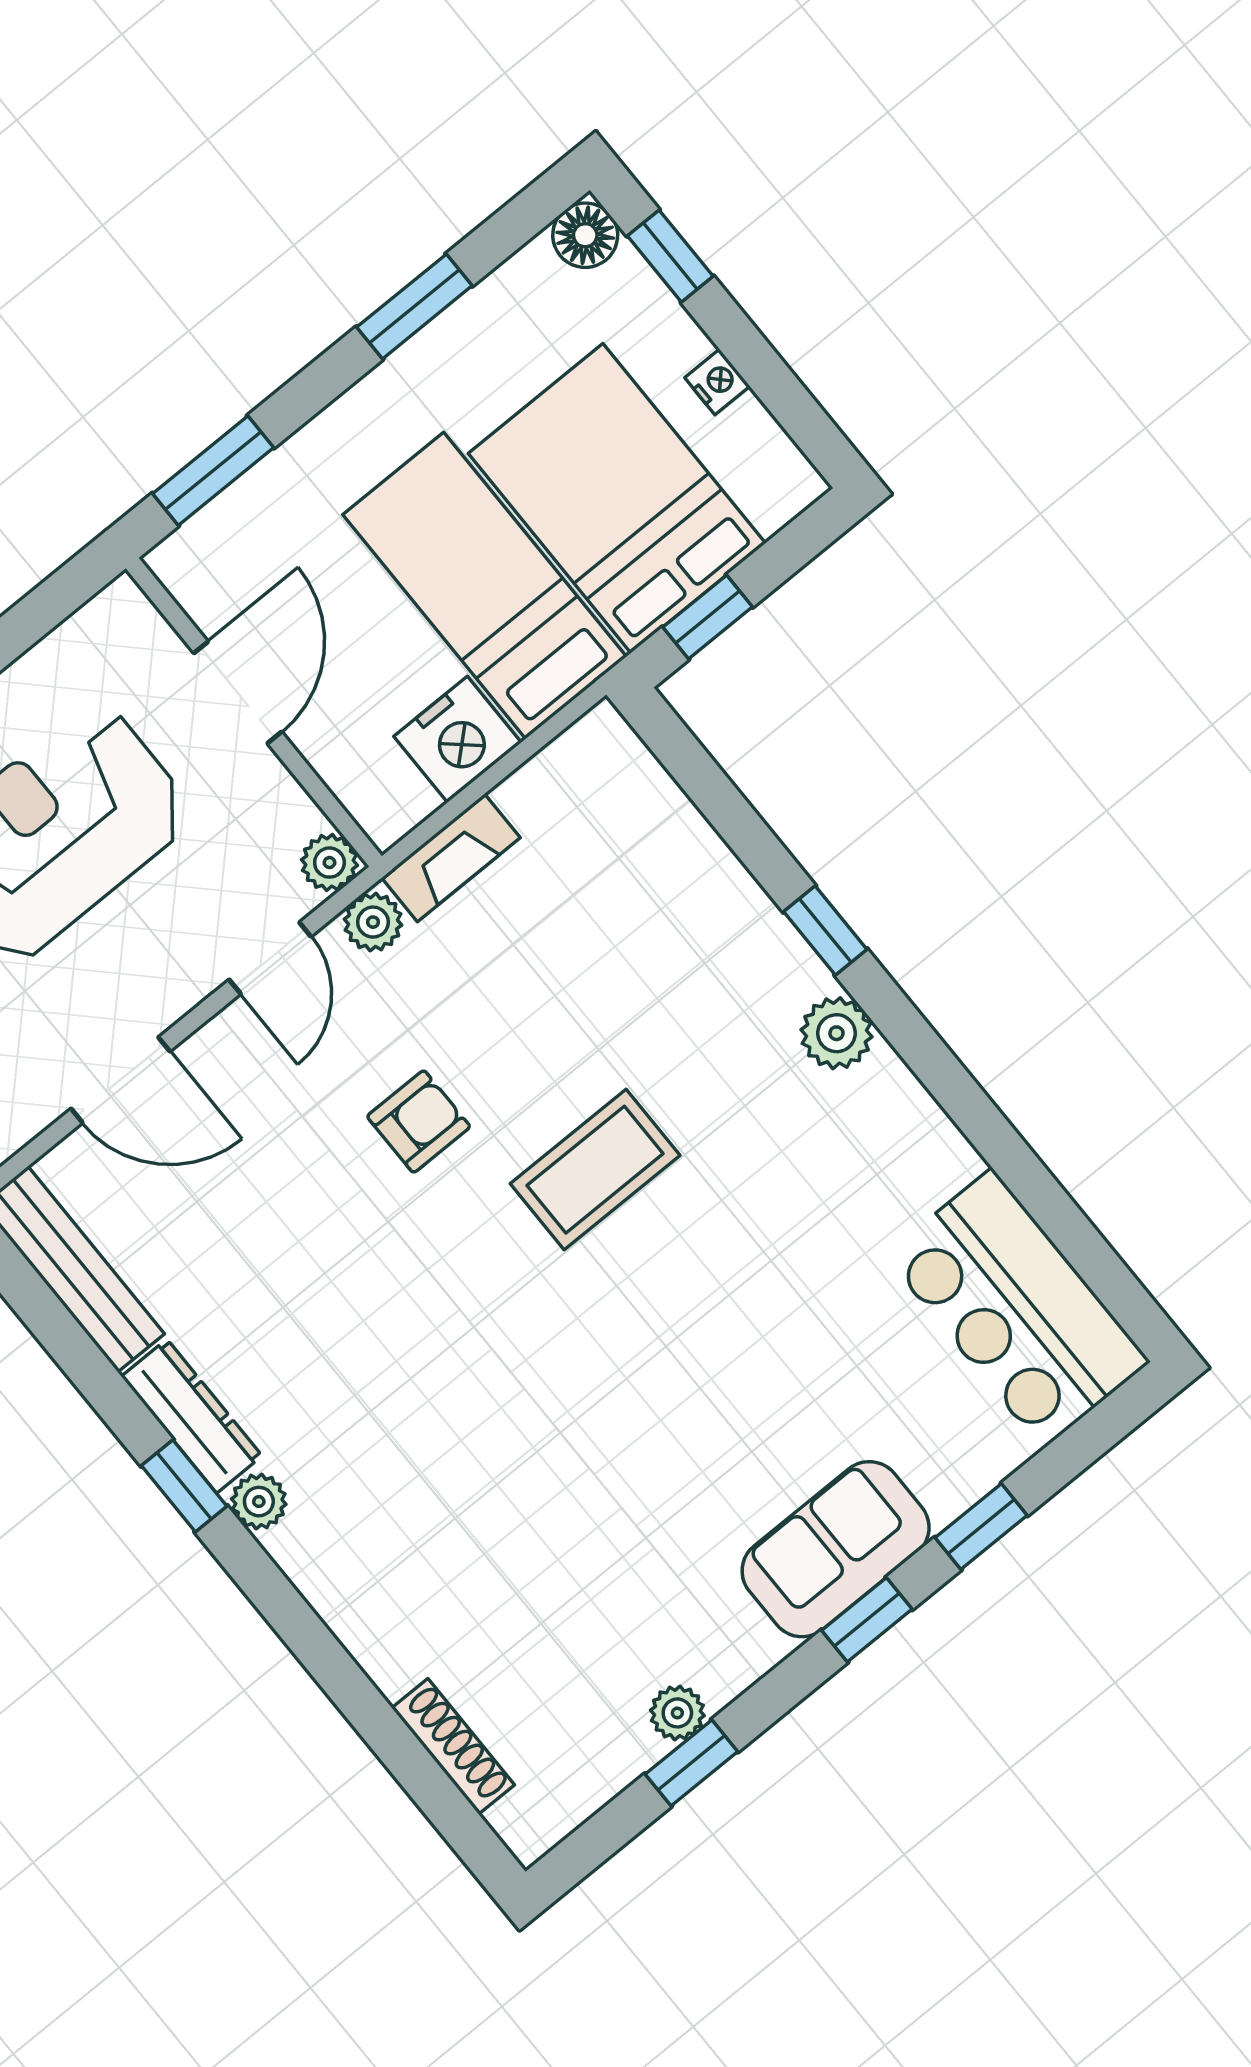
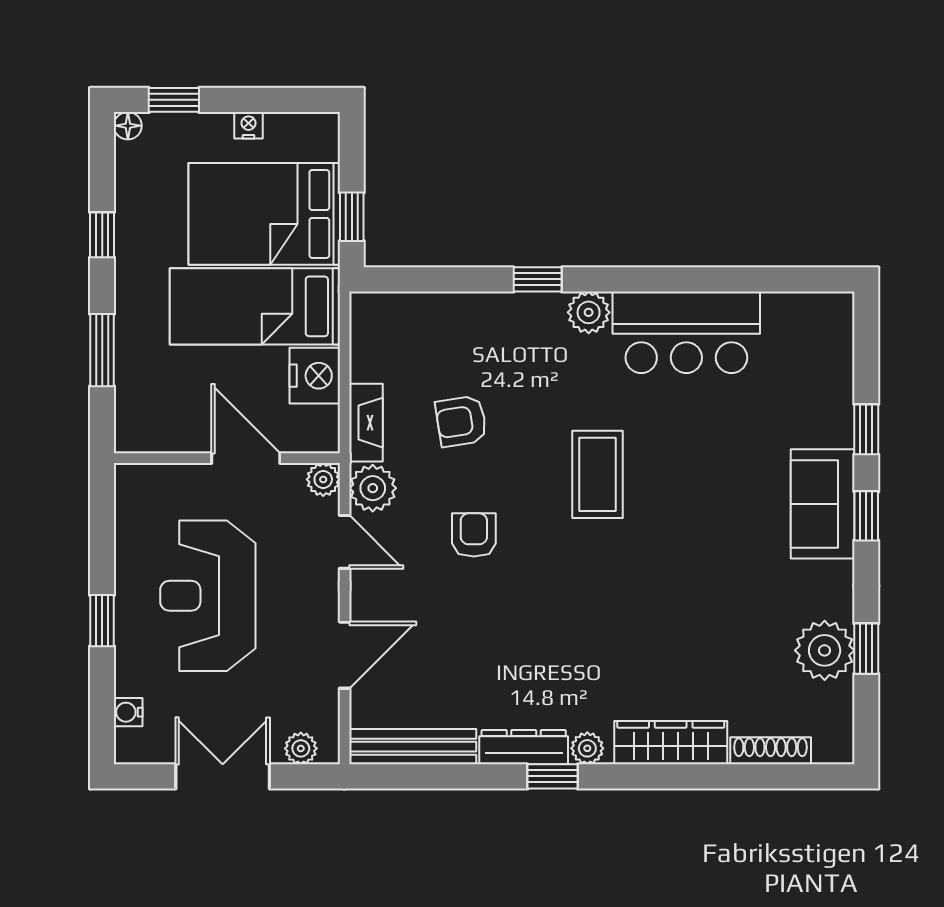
floor lamp: (585, 235) -> (128, 126), width x0.73, depth x0.73
window: (414, 306) -> (102, 235), width x0.67
window: (213, 471) -> (102, 350), moved
door: (238, 692) -> (246, 458), moved
plant: (373, 922) -> (373, 488), width x1.38, depth x1.38
armchair: (555, 982) -> (461, 421), added
coffee table: (595, 1170) -> (597, 474), moved
bar counter: (1017, 1309) -> (686, 332), moved
wardrobe: (356, 1606) -> (671, 743), added
plant: (677, 1713) -> (825, 650), width x1.87, depth x1.87

